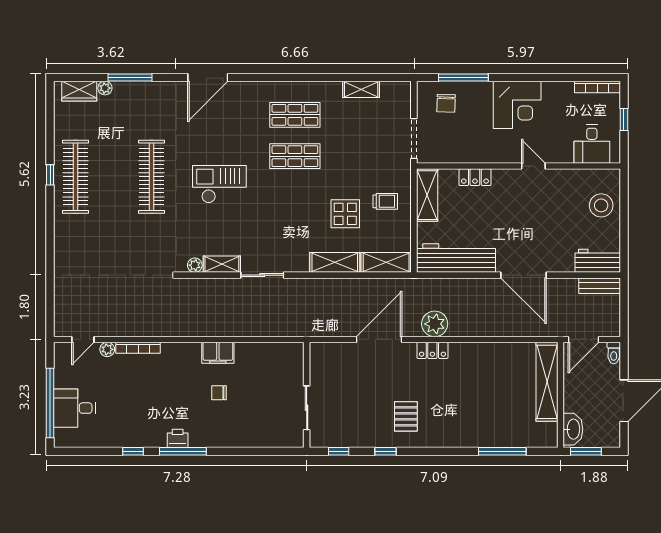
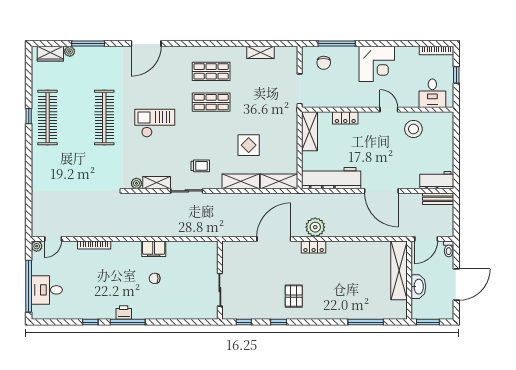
trolley: (385, 201) -> (200, 166), moved
stool: (601, 205) -> (413, 129), moved
plant: (107, 349) -> (37, 246), moved
washbasin: (573, 429) -> (418, 287), moved

